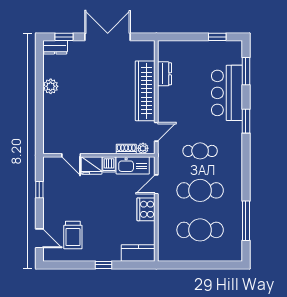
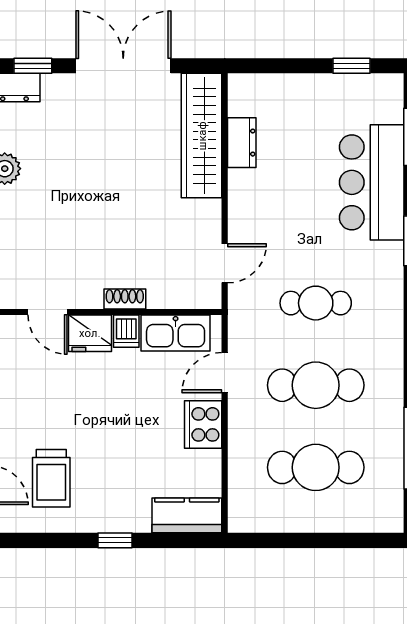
wardrobe: (145, 91) -> (202, 136), moved
plant: (143, 148) -> (197, 298), removed
shoe rack: (126, 149) -> (125, 299), moved

